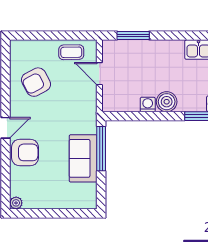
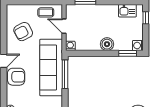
washing machine: (148, 104) -> (70, 46), moved
sofa: (83, 158) -> (51, 67), width x1.85, depth x1.27

